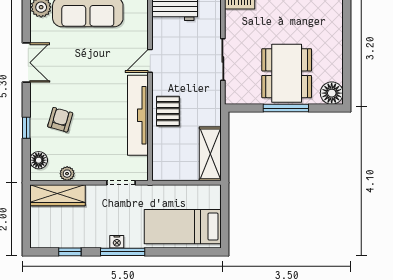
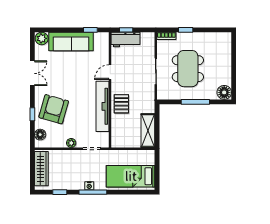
dining table: (287, 73) -> (188, 69), moved
armchair: (60, 120) -> (54, 109), width x1.88, depth x1.88
plant: (67, 174) -> (71, 143), moved
wardrobe: (58, 195) -> (41, 169), moved, turned -90

